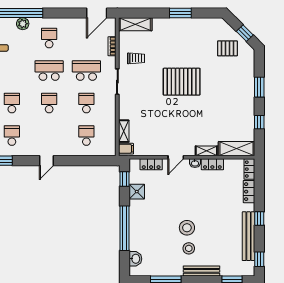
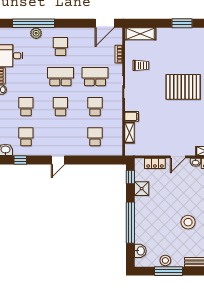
filing cabinet: (126, 149) -> (132, 116), moved
stool: (189, 248) -> (165, 260), moved

